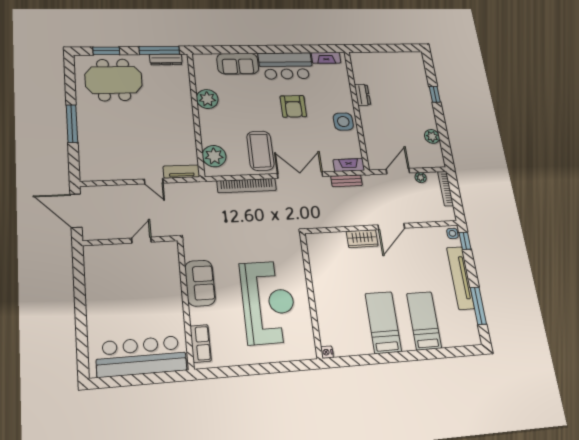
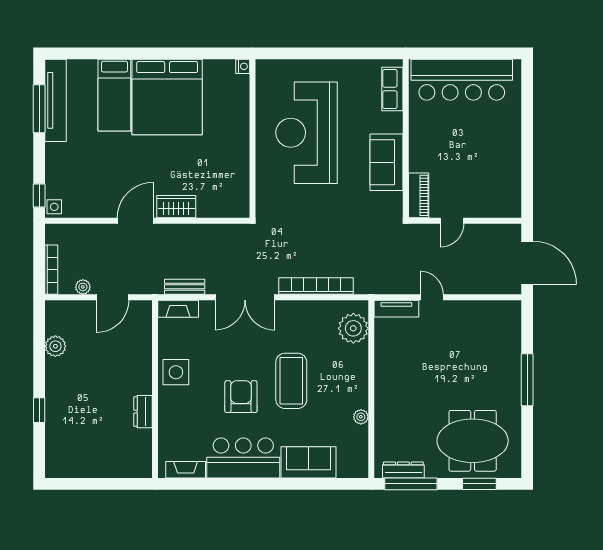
plant: (207, 99) -> (361, 417), width x0.53, depth x0.53
coffee table: (260, 151) -> (291, 381), moved
piano: (171, 258) -> (419, 195), added
tv unit: (460, 278) -> (55, 100), moved
bed: (383, 322) -> (167, 97), width x2.04

